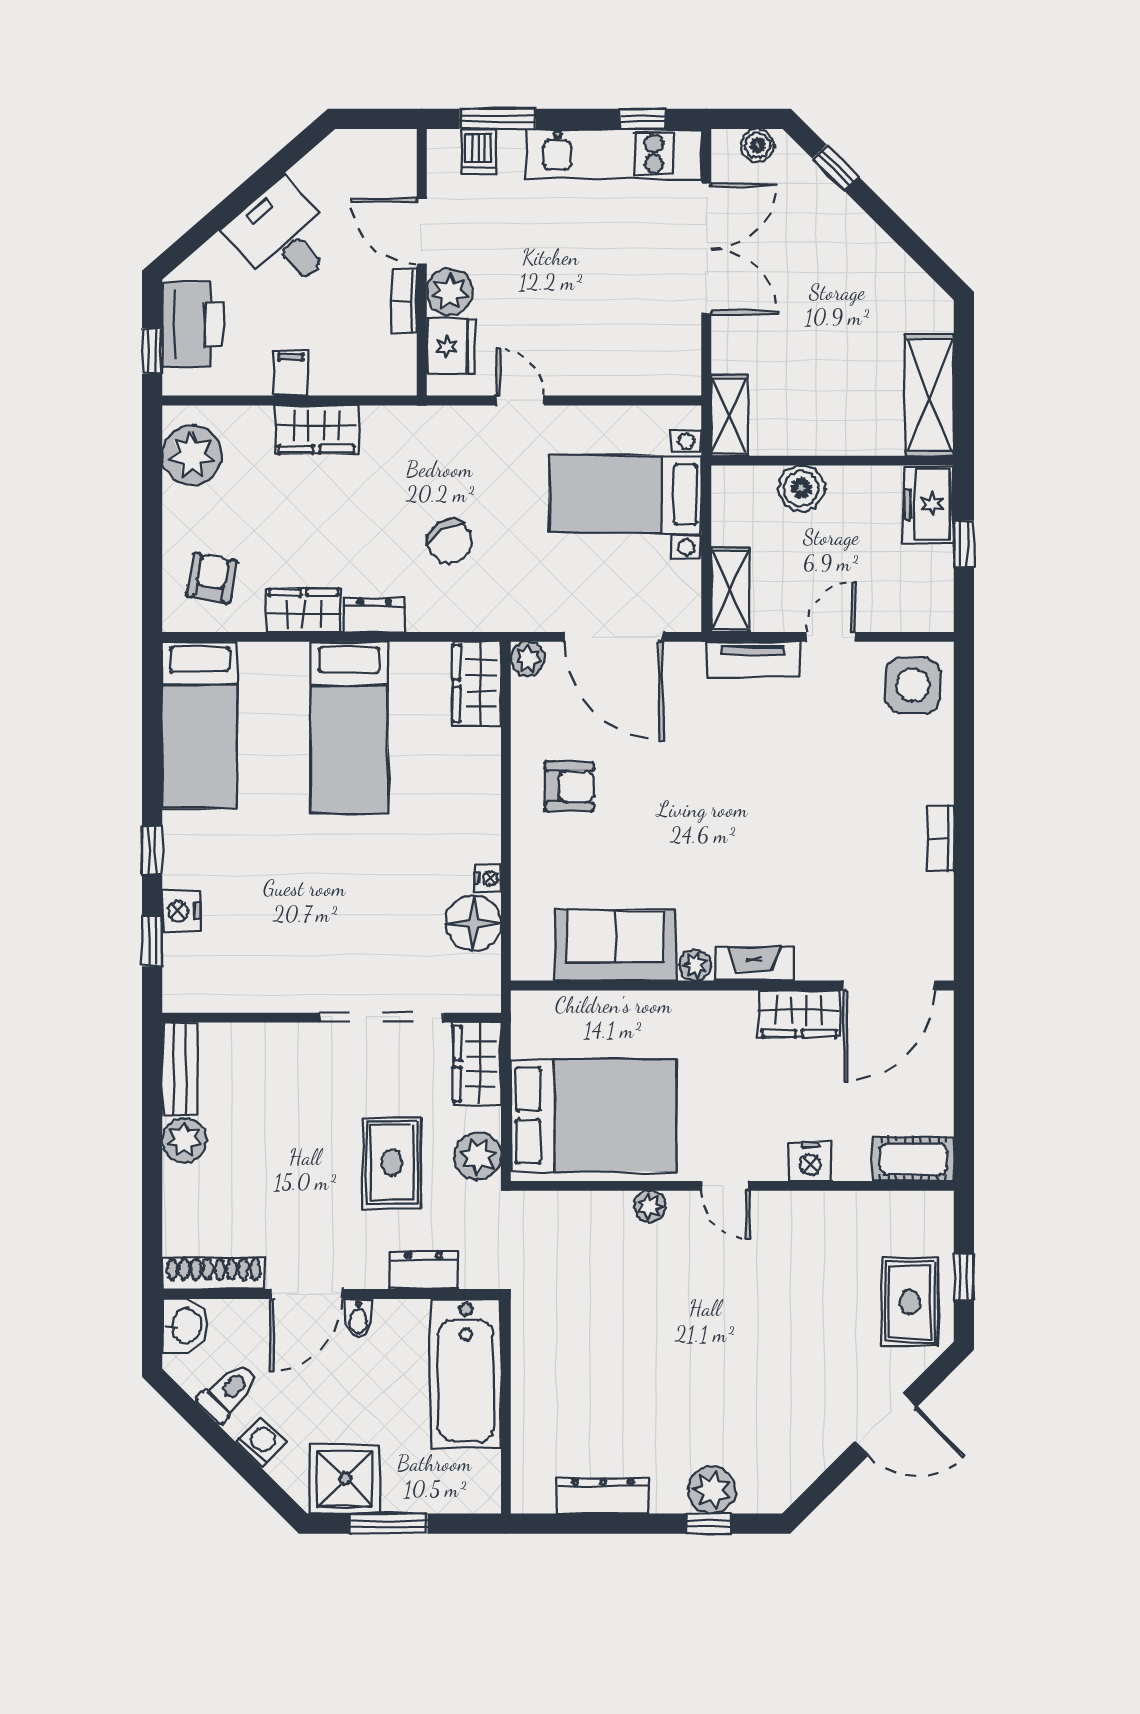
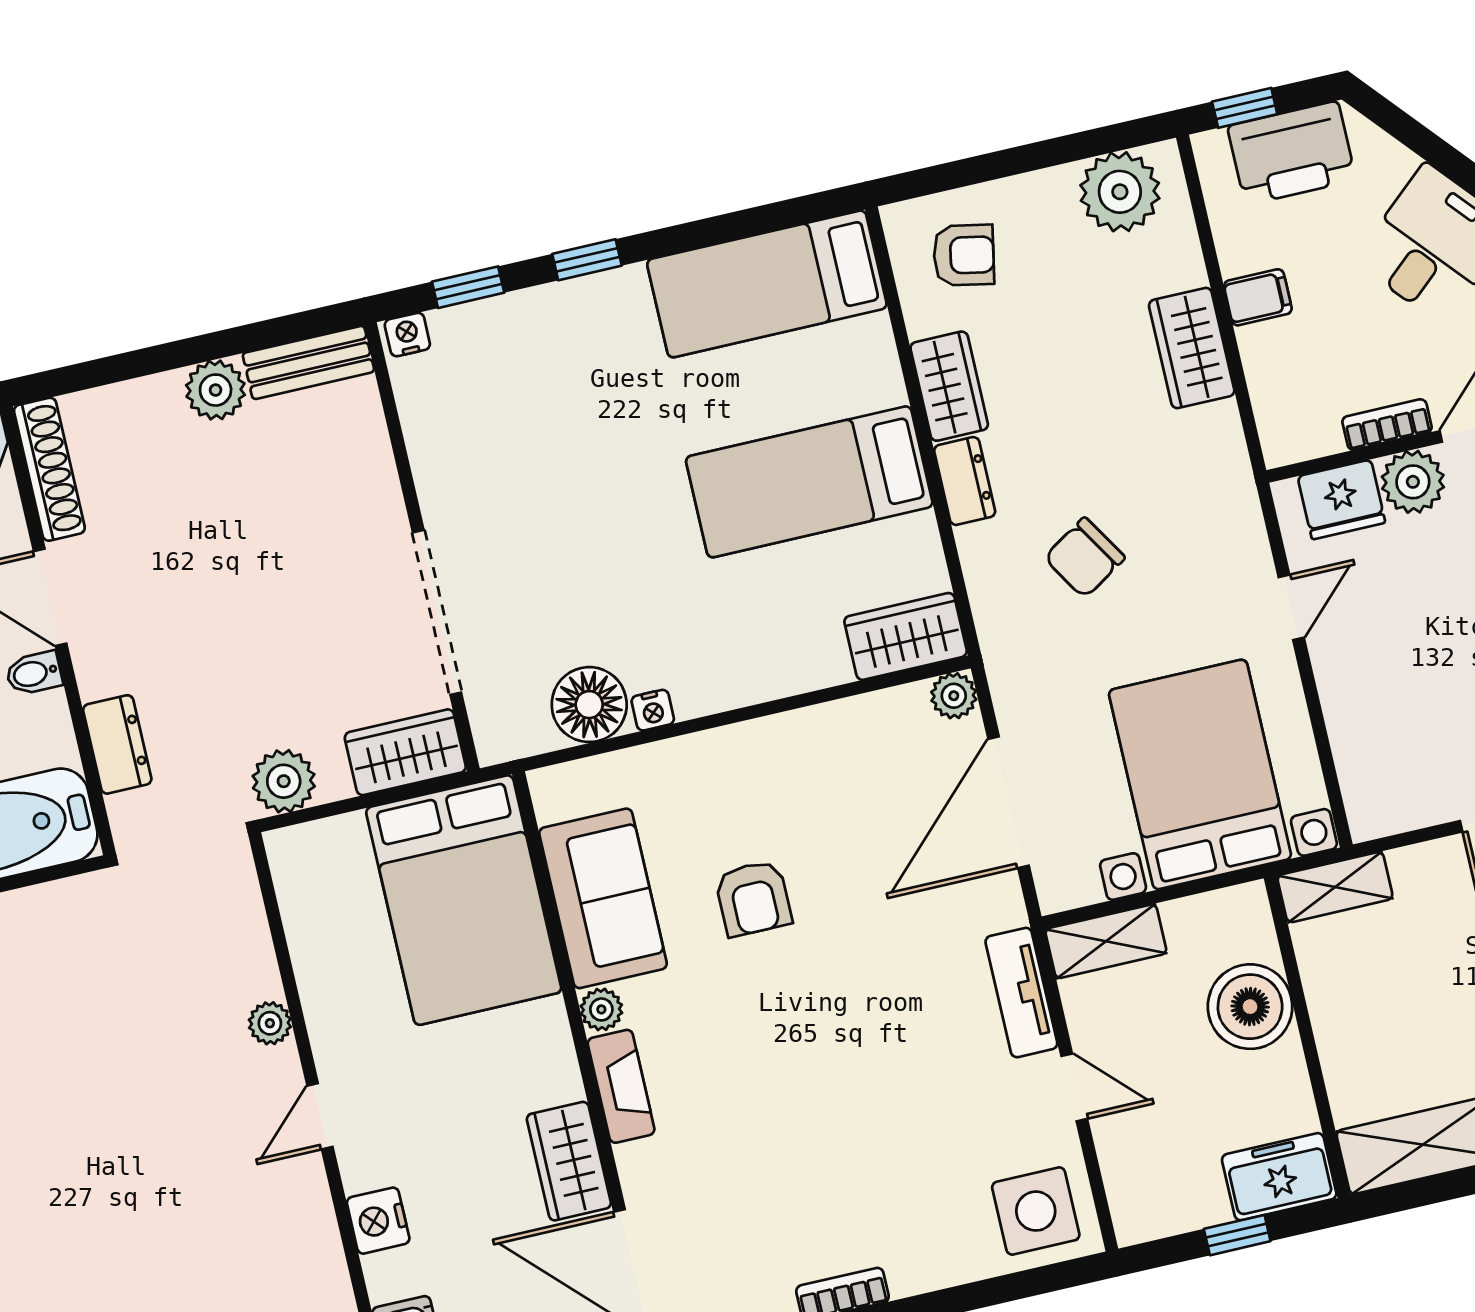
boiler: (801, 488) -> (1250, 1007), width x1.37, depth x1.37
bed with nightstands: (625, 494) -> (1200, 774), width x1.36
armchair: (569, 786) -> (753, 898), moved
nightstand: (181, 911) -> (407, 335), moved, width x0.72, depth x0.74
bed: (593, 1116) -> (464, 900), moved
rug: (392, 1163) -> (249, 670), removed

